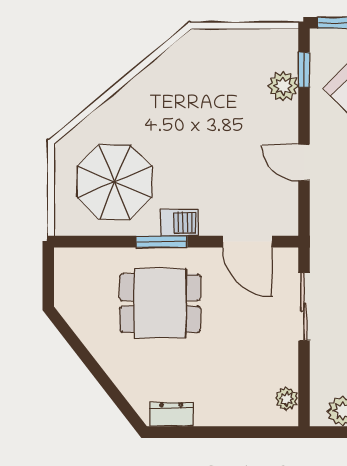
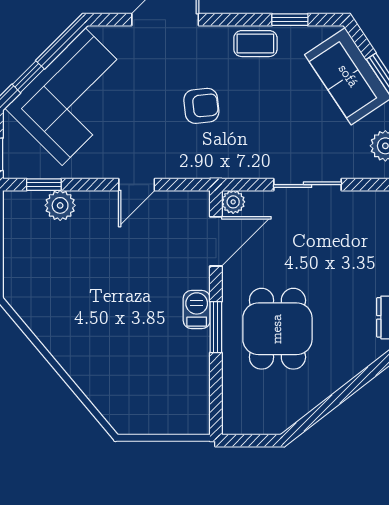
parasol: (114, 182) -> (156, 374), removed
sliding door: (304, 307) -> (308, 185), moved
plant: (287, 399) -> (233, 202), moved

